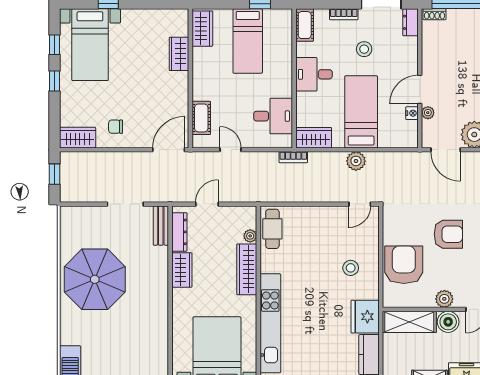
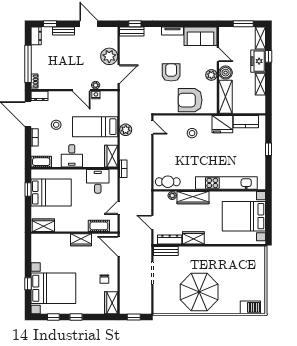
bed: (248, 41) -> (51, 193), width x1.50
bed with nightstands: (90, 45) -> (53, 288), width x1.36
wardrobe: (179, 54) -> (81, 240), moved

